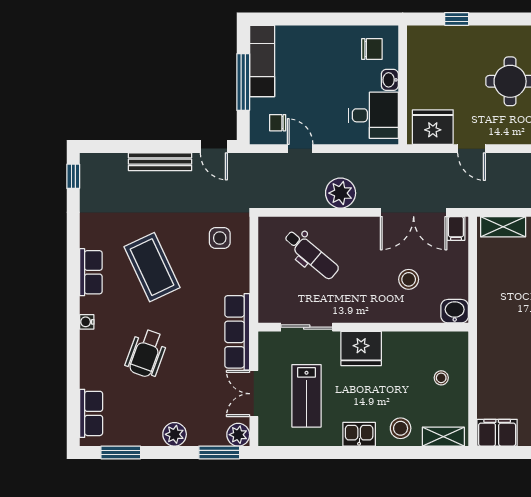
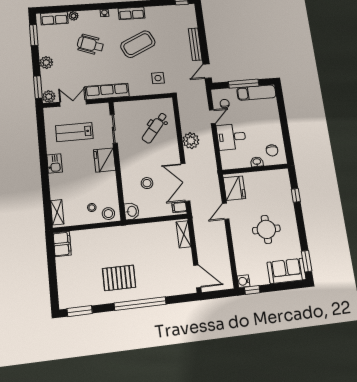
desk: (373, 115) -> (231, 137), moved, turned 90
plant: (89, 379) -> (73, 16), added
stool: (401, 428) -> (108, 214), moved

